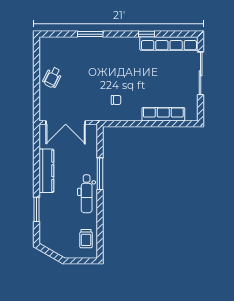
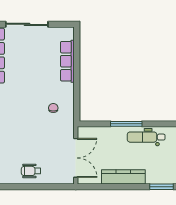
wheelchair: (52, 77) -> (31, 171), turned 153
dental chair: (87, 194) -> (146, 137), turned 180

